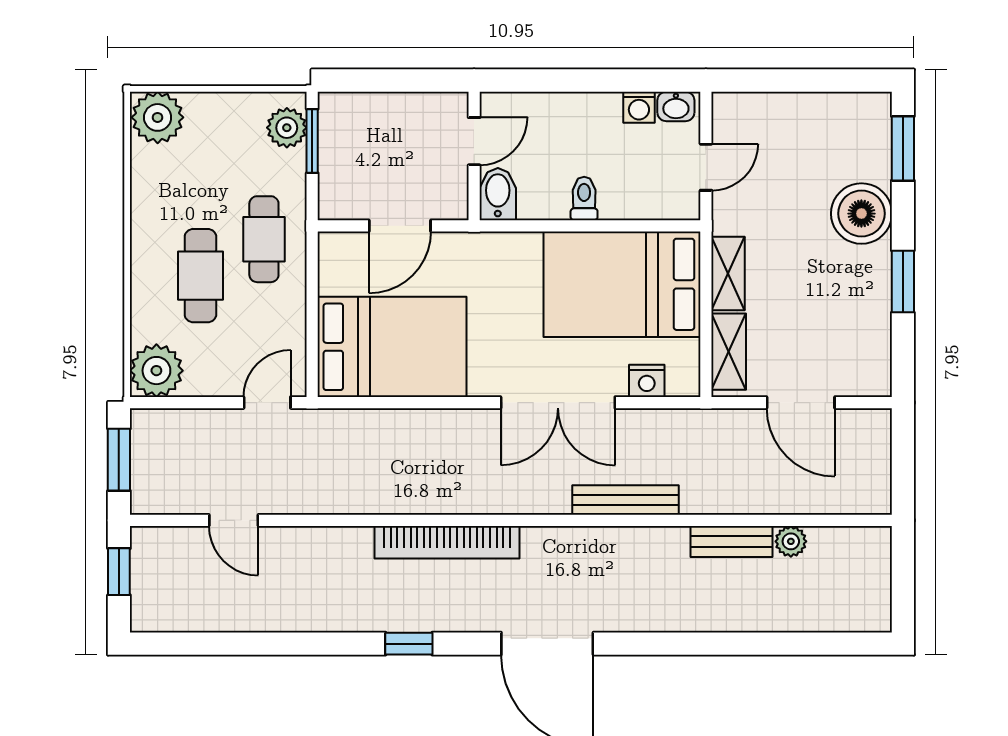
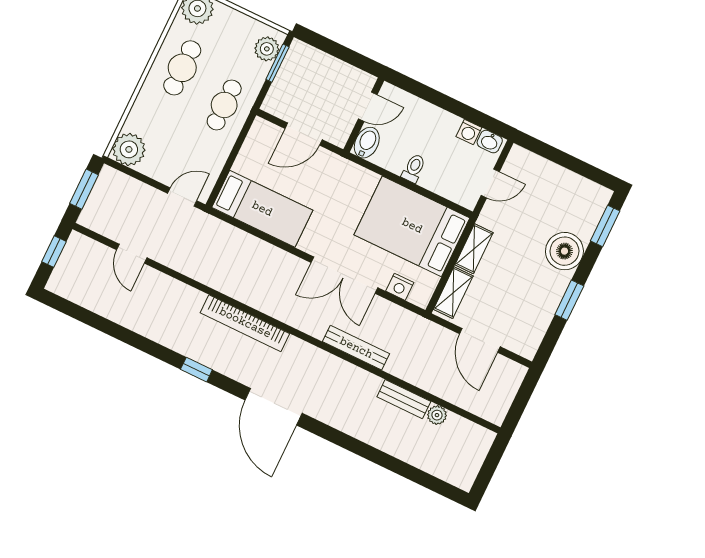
cafe table: (200, 276) -> (182, 68), moved
bed: (392, 347) -> (262, 209), width x0.67

